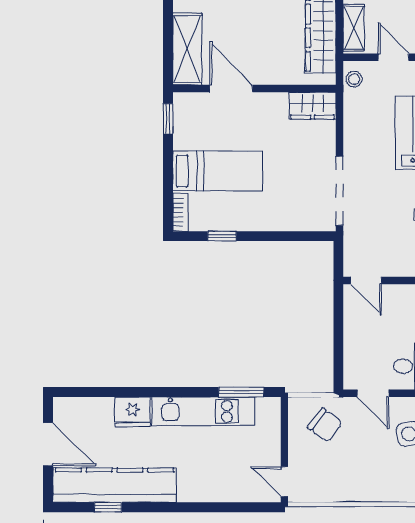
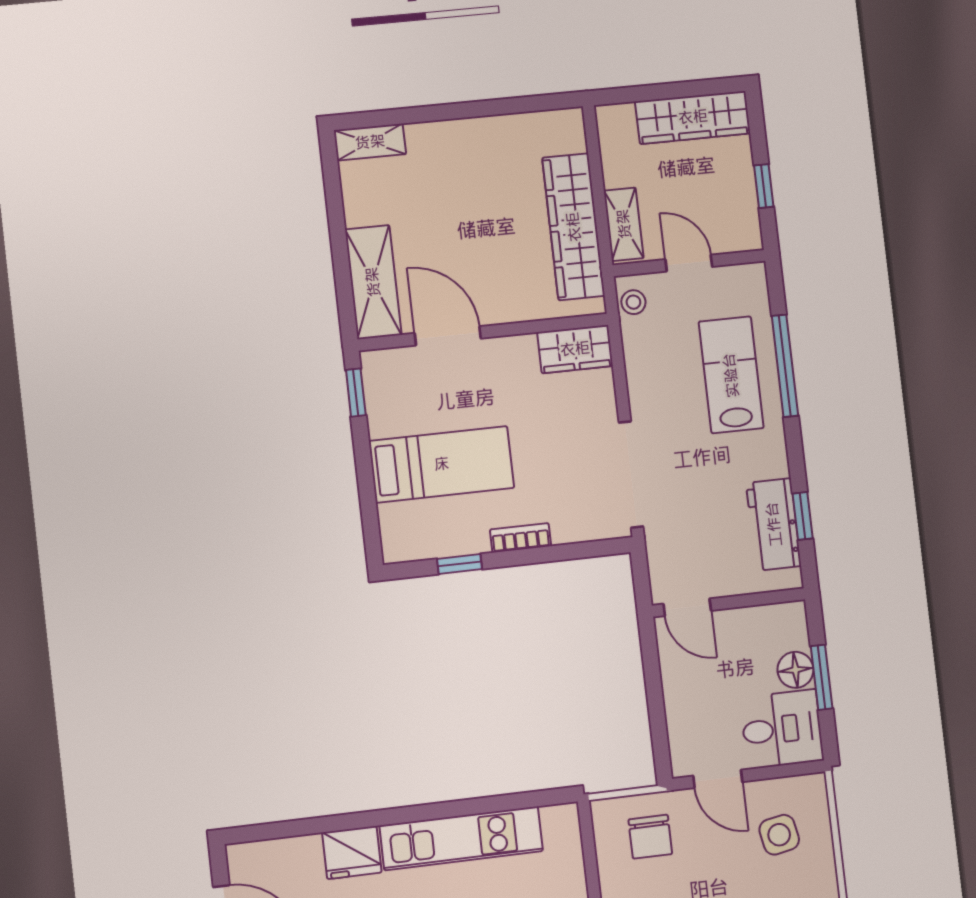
bookcase: (180, 212) -> (521, 538), moved, turned -90
window: (241, 392) -> (517, 801), removed
chair: (325, 425) -> (650, 837), turned 53

